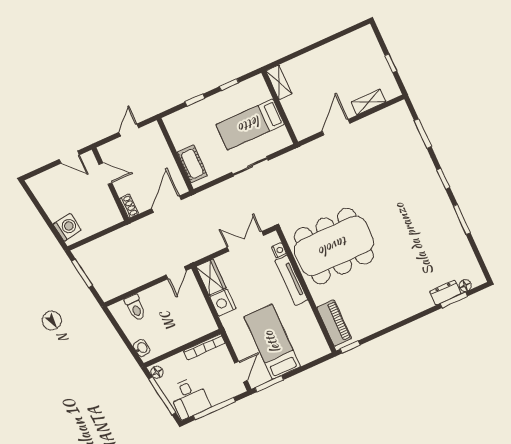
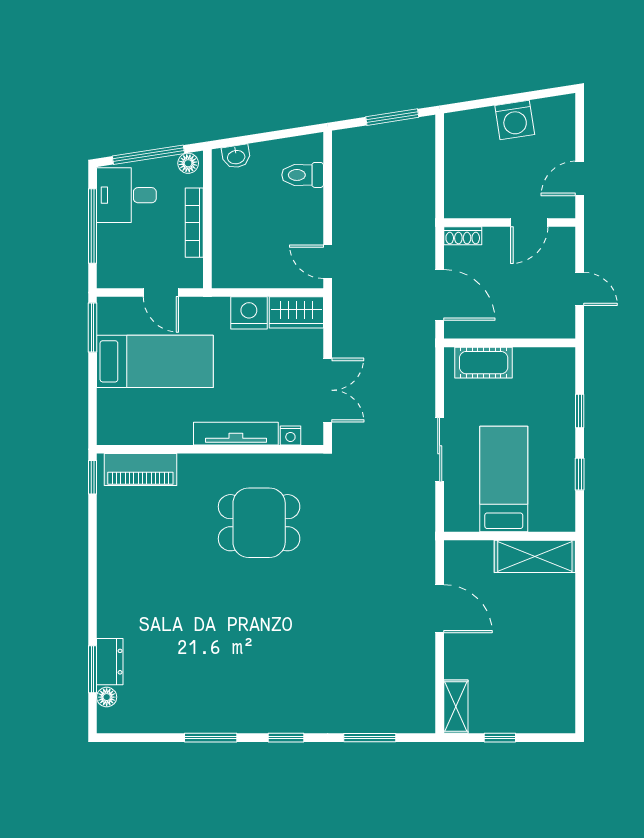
shelving: (279, 82) -> (535, 556), width x1.50, depth x1.33
shelving: (369, 102) -> (456, 707), moved
washing machine: (67, 227) -> (515, 120), moved
dining table: (334, 246) -> (259, 523), width x0.53, depth x0.80
bookcase: (204, 347) -> (194, 223), moved
door: (241, 372) -> (161, 292), moved

